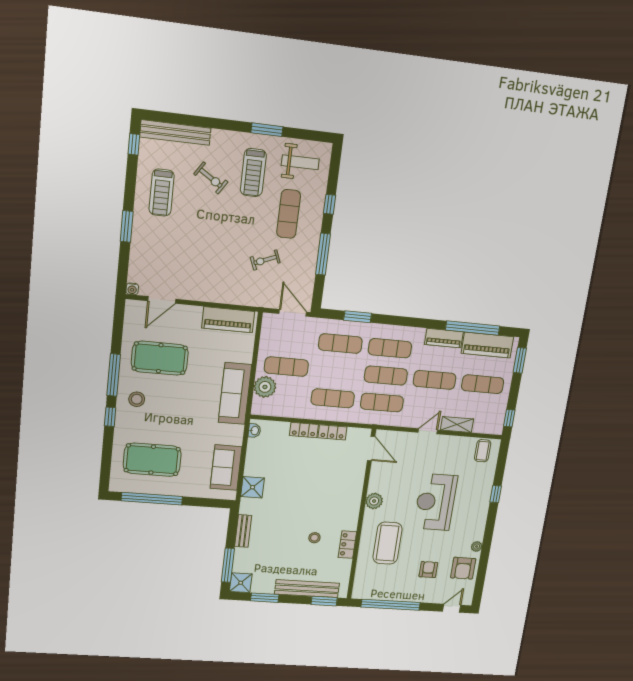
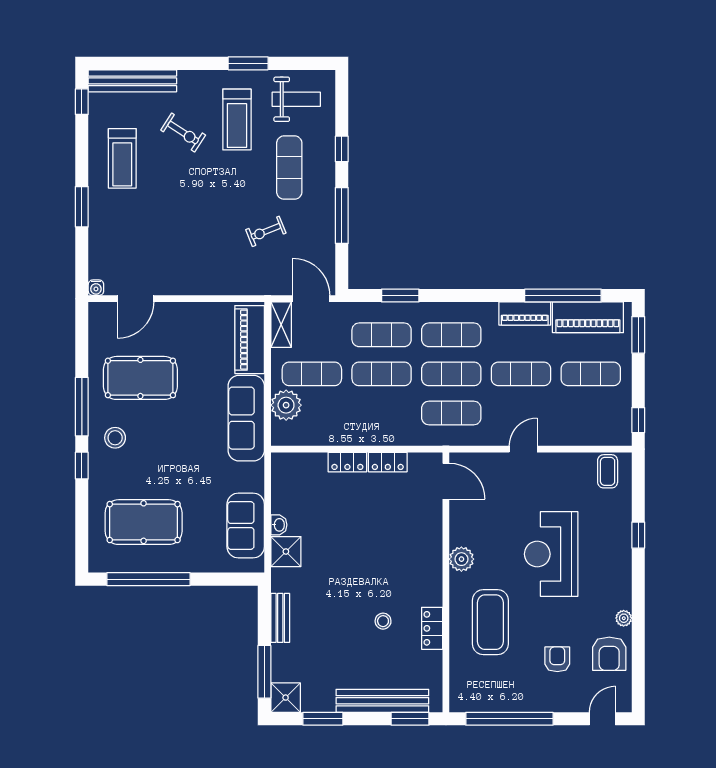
piano: (228, 320) -> (250, 340), moved, turned 90
exercise mat: (333, 398) -> (382, 374), moved
shelving: (457, 424) -> (281, 325), moved, turned 90
washbasin: (254, 431) -> (279, 525), moved

